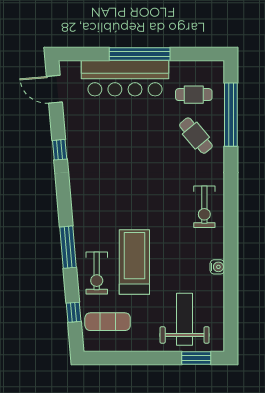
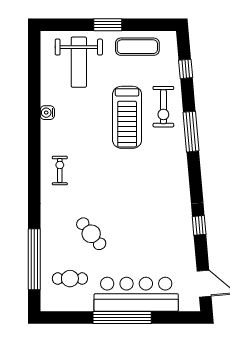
cafe table: (196, 136) -> (91, 234), moved
exercise bike: (204, 207) -> (60, 170), width x0.73, depth x0.72
exercise bike: (97, 273) -> (163, 107), turned 180
exercise mat: (108, 322) -> (137, 47), moved
window: (196, 358) -> (108, 25), moved

